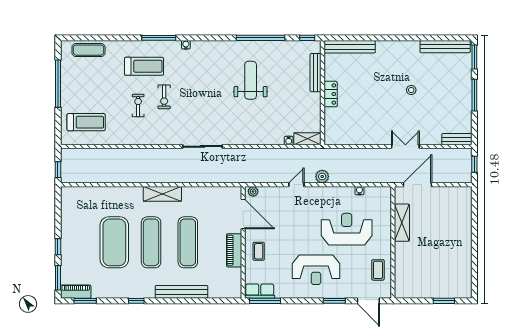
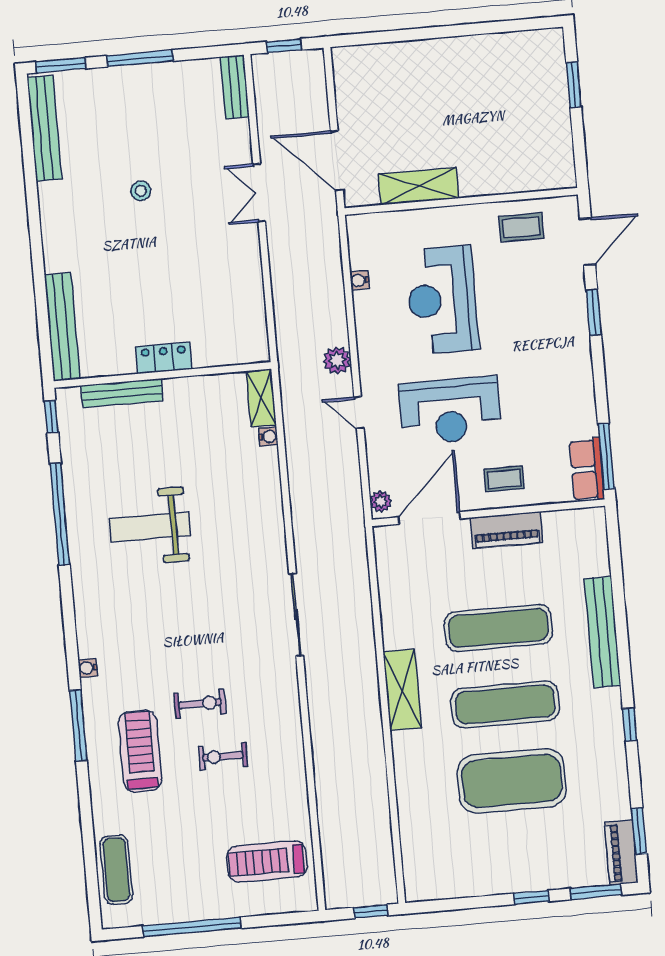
treadmill: (86, 122) -> (267, 861), turned -90
reception desk: (316, 270) -> (450, 411), moved, turned 90

